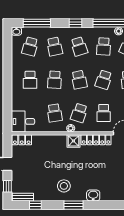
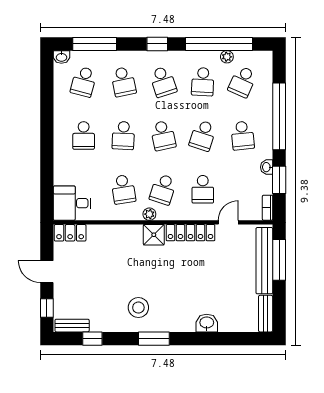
washbasin: (93, 195) -> (207, 323), moved

